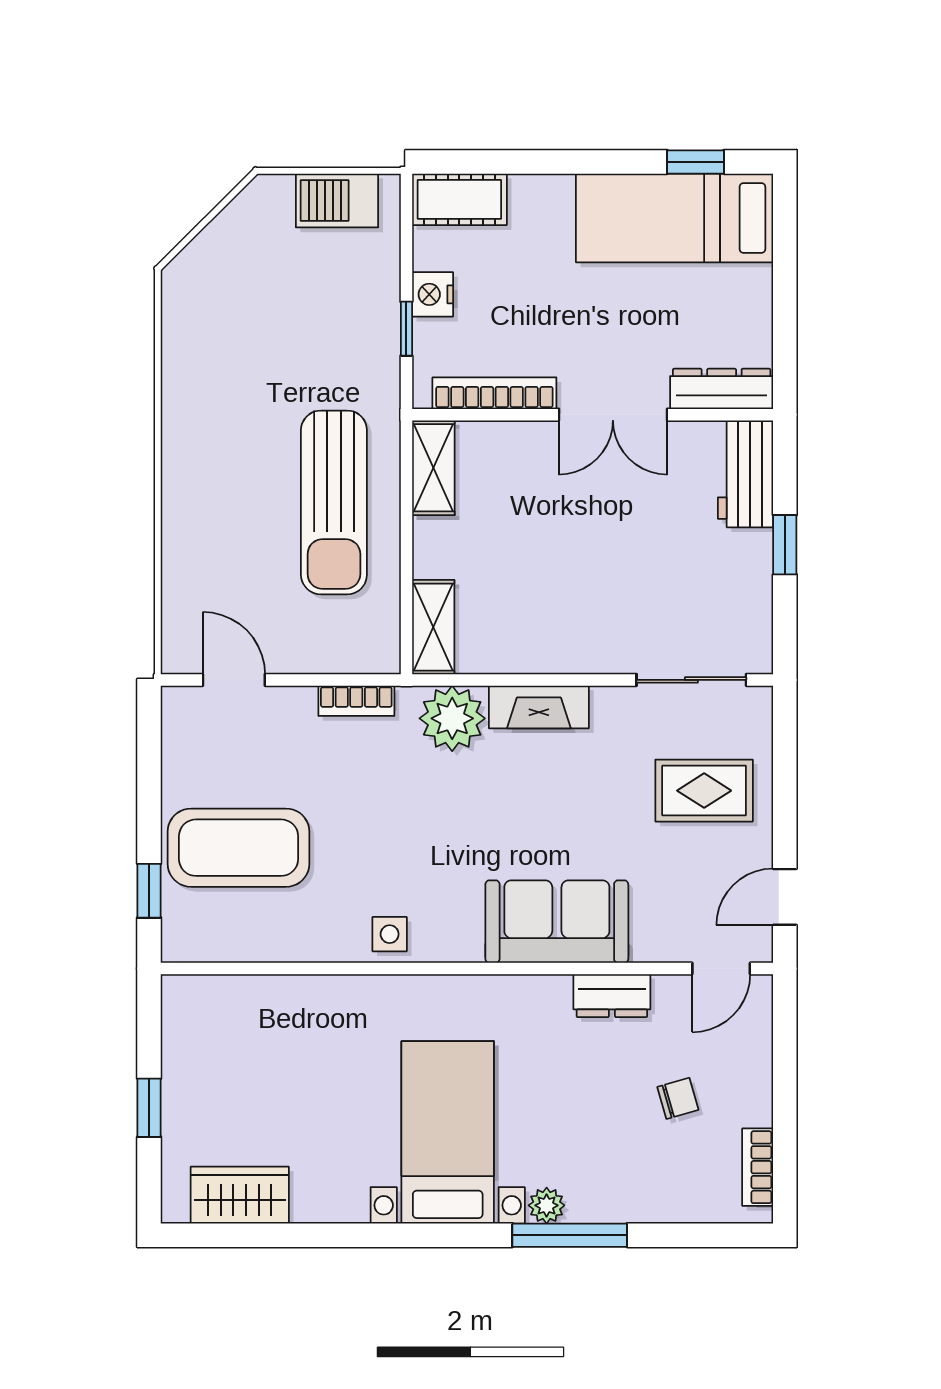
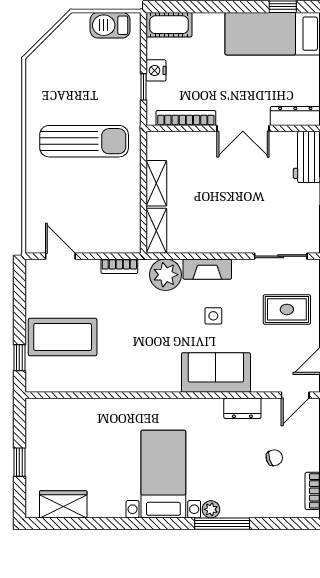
shelving: (433, 468) -> (156, 183), moved
sun lounger: (334, 502) -> (84, 141), moved, turned -90
side table: (390, 934) -> (213, 316), moved

